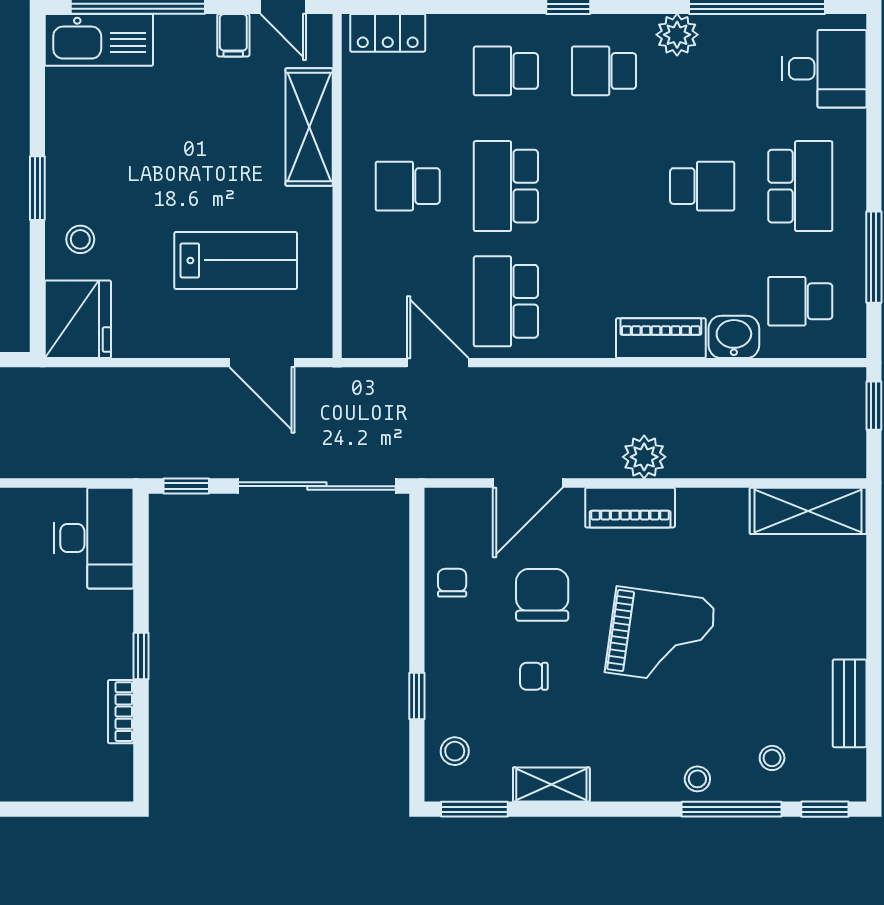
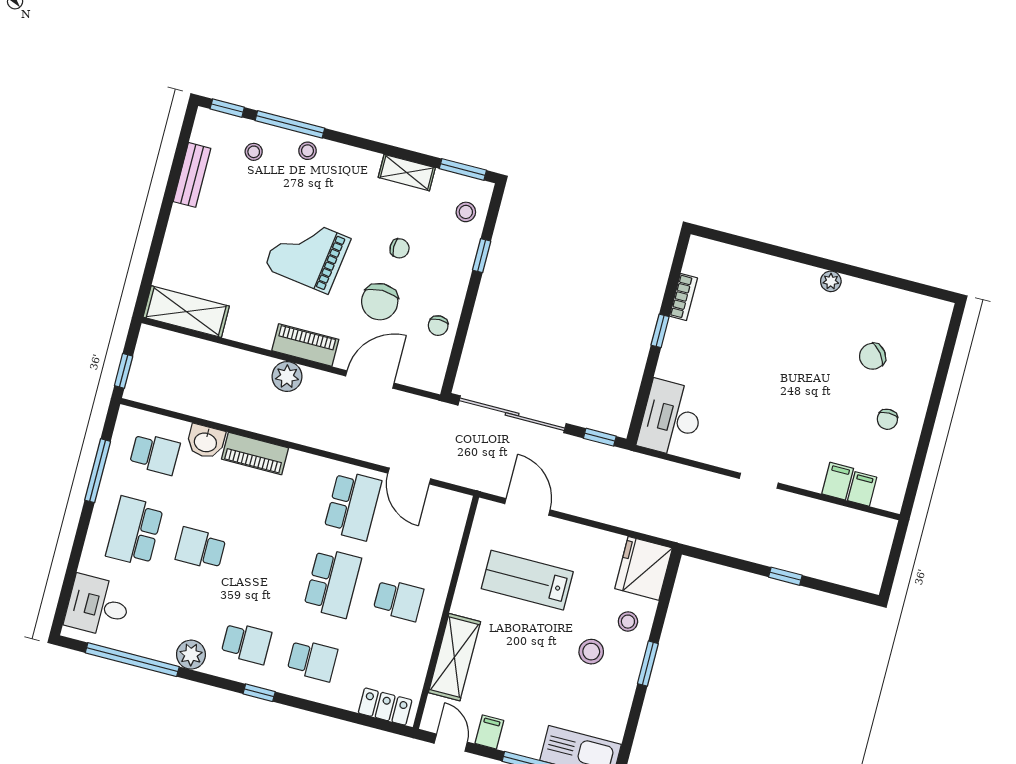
stool: (121, 184) -> (591, 652), added

